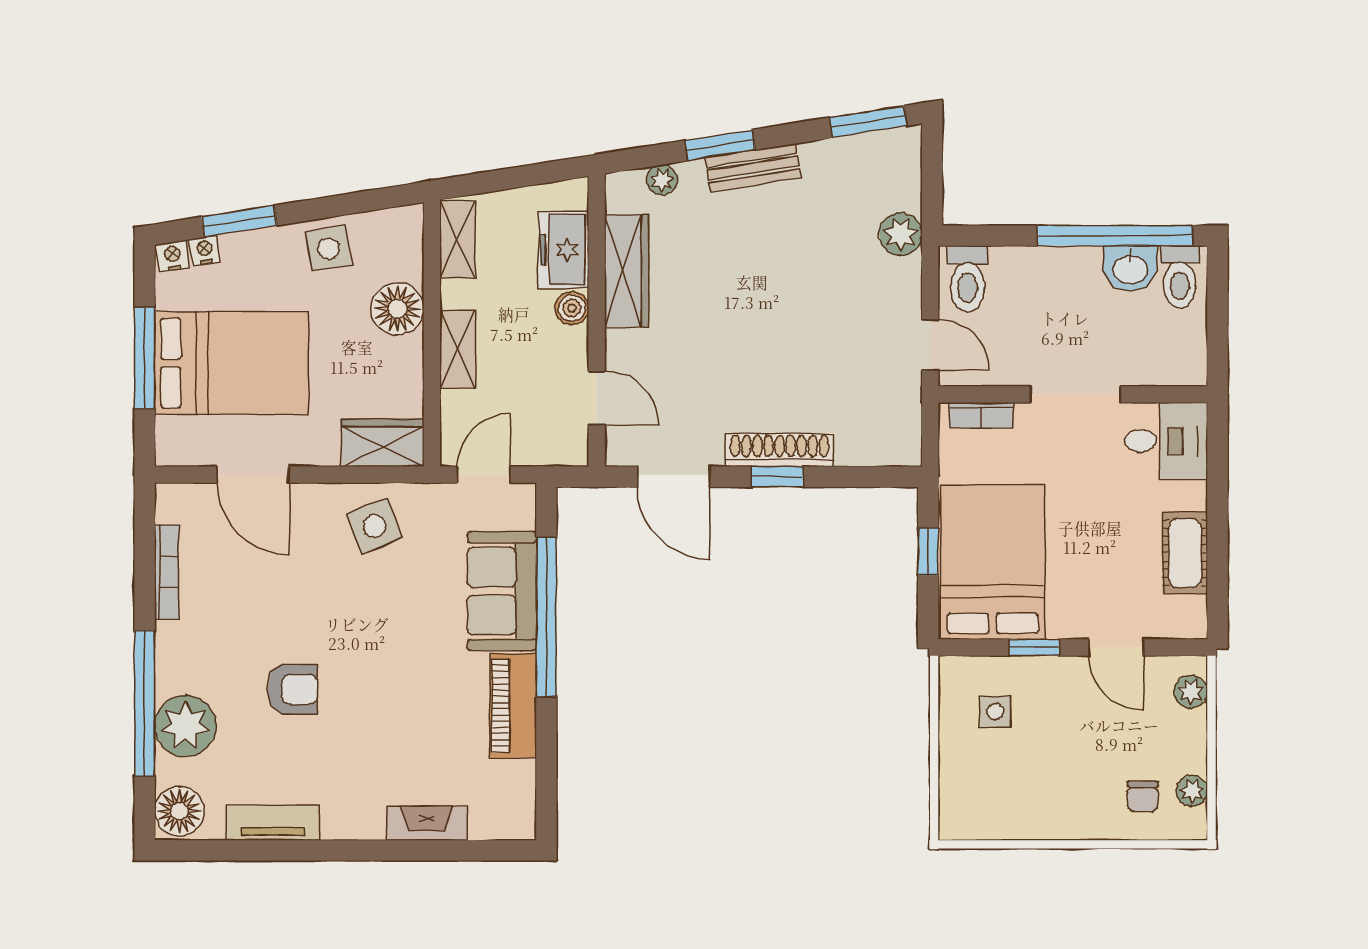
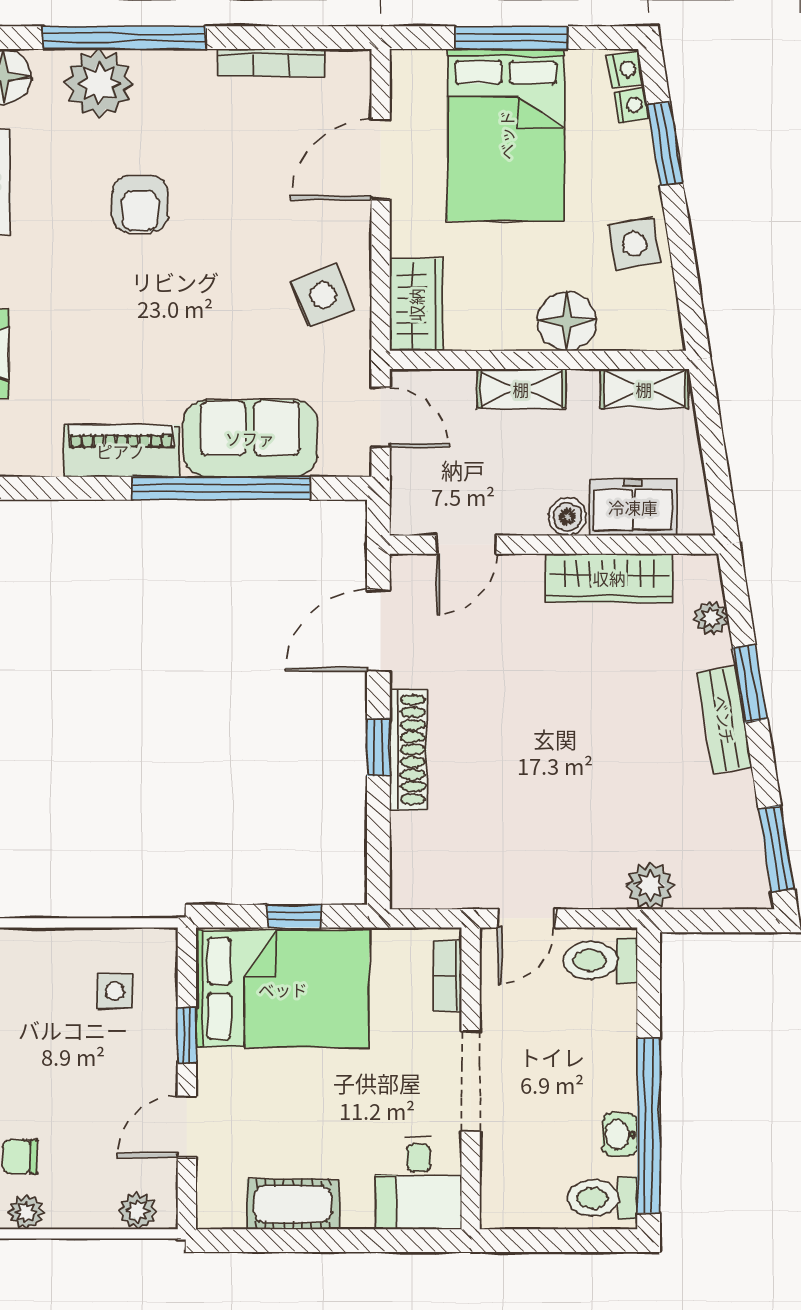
washbasin: (1130, 268) -> (620, 1135), width x0.72, depth x0.69

